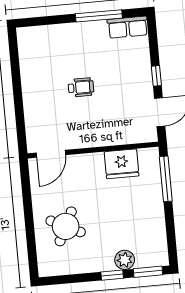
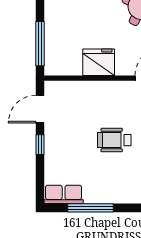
wheelchair: (81, 87) -> (114, 140), width x1.36, depth x1.37
fridge: (122, 164) -> (99, 62), moved

